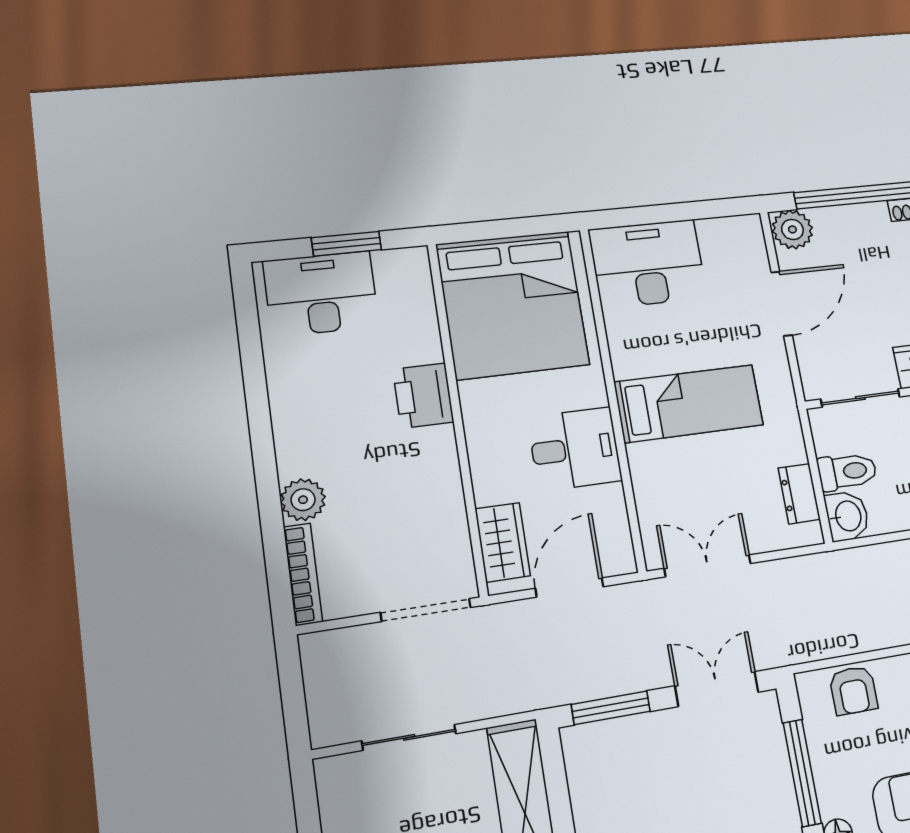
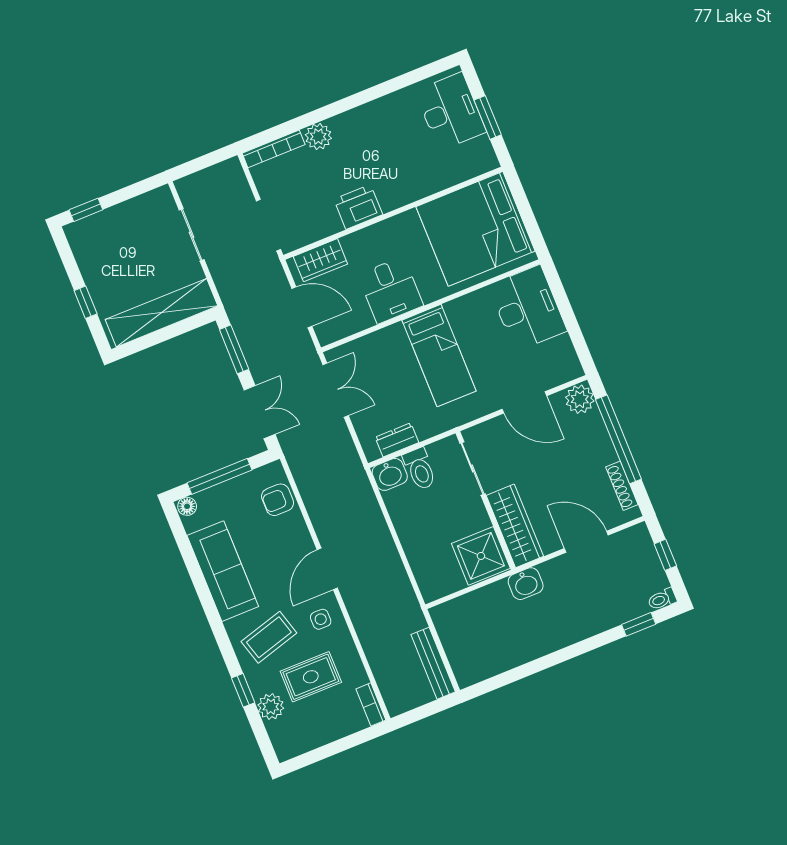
printer: (423, 396) -> (358, 207), moved

